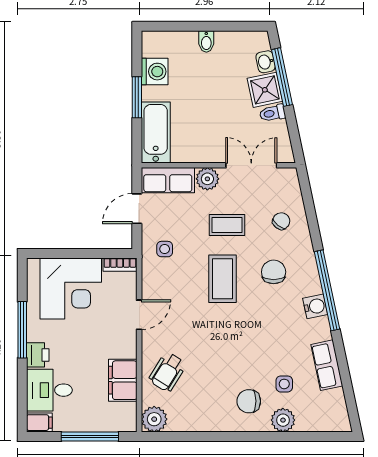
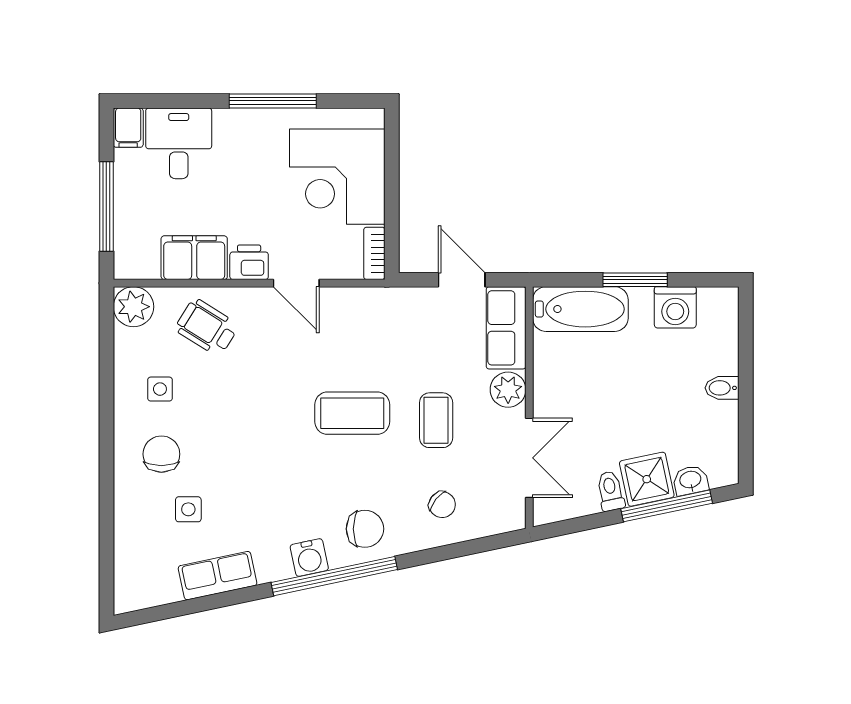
side table: (165, 249) -> (160, 389), moved
chair: (274, 272) -> (365, 529), moved
printer: (38, 355) -> (249, 262), moved, turned 180
plant: (283, 420) -> (132, 507), removed

